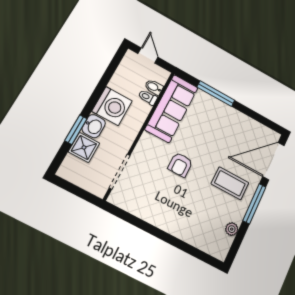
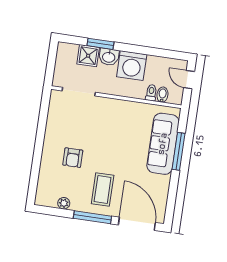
door: (148, 55) -> (189, 80), swing flipped
sofa: (172, 108) -> (163, 144), moved, turned 90
armchair: (180, 165) -> (73, 158), moved, turned -90

